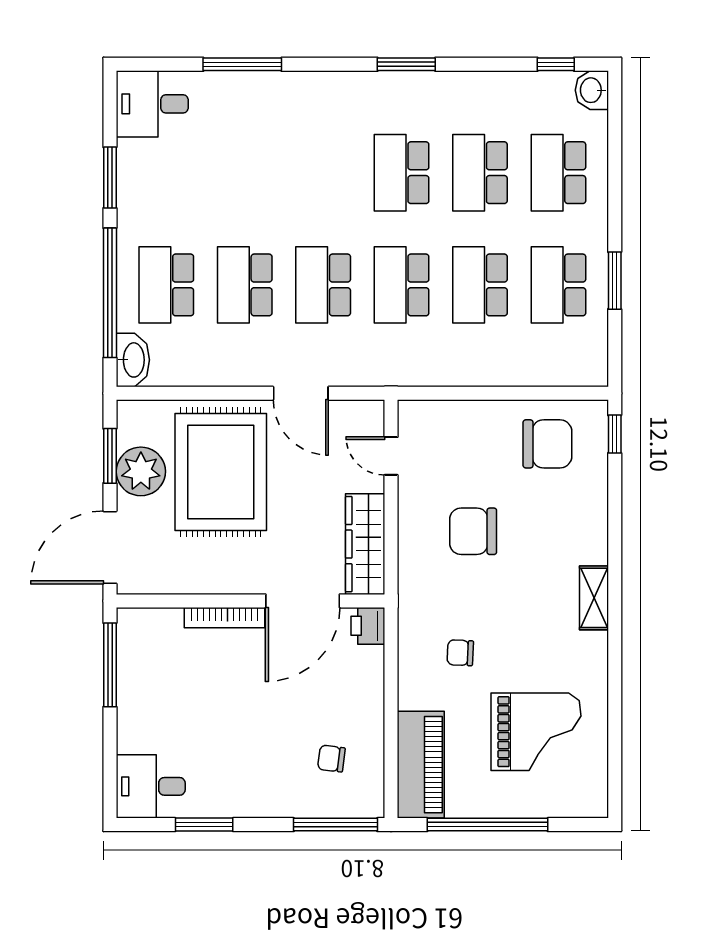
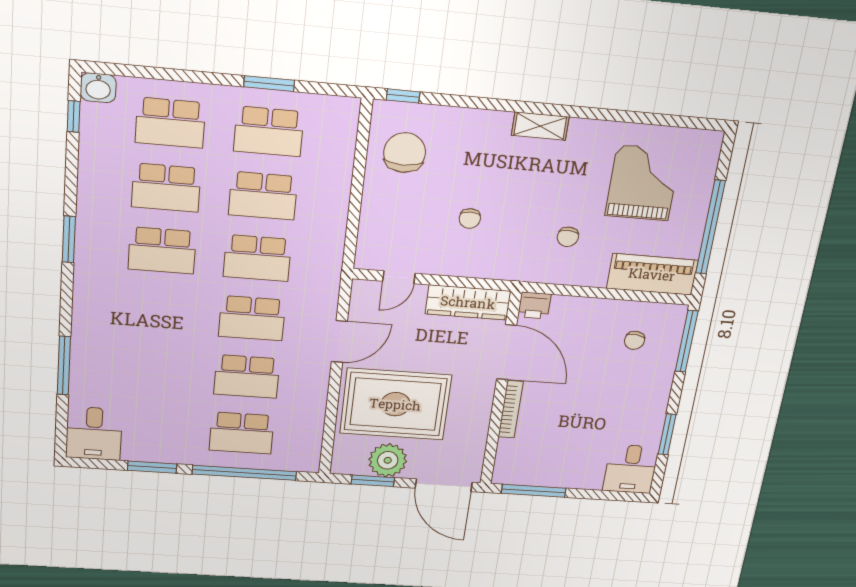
washbasin: (133, 360) -> (299, 460), removed
chair: (473, 531) -> (470, 219), width x0.54, depth x0.54

